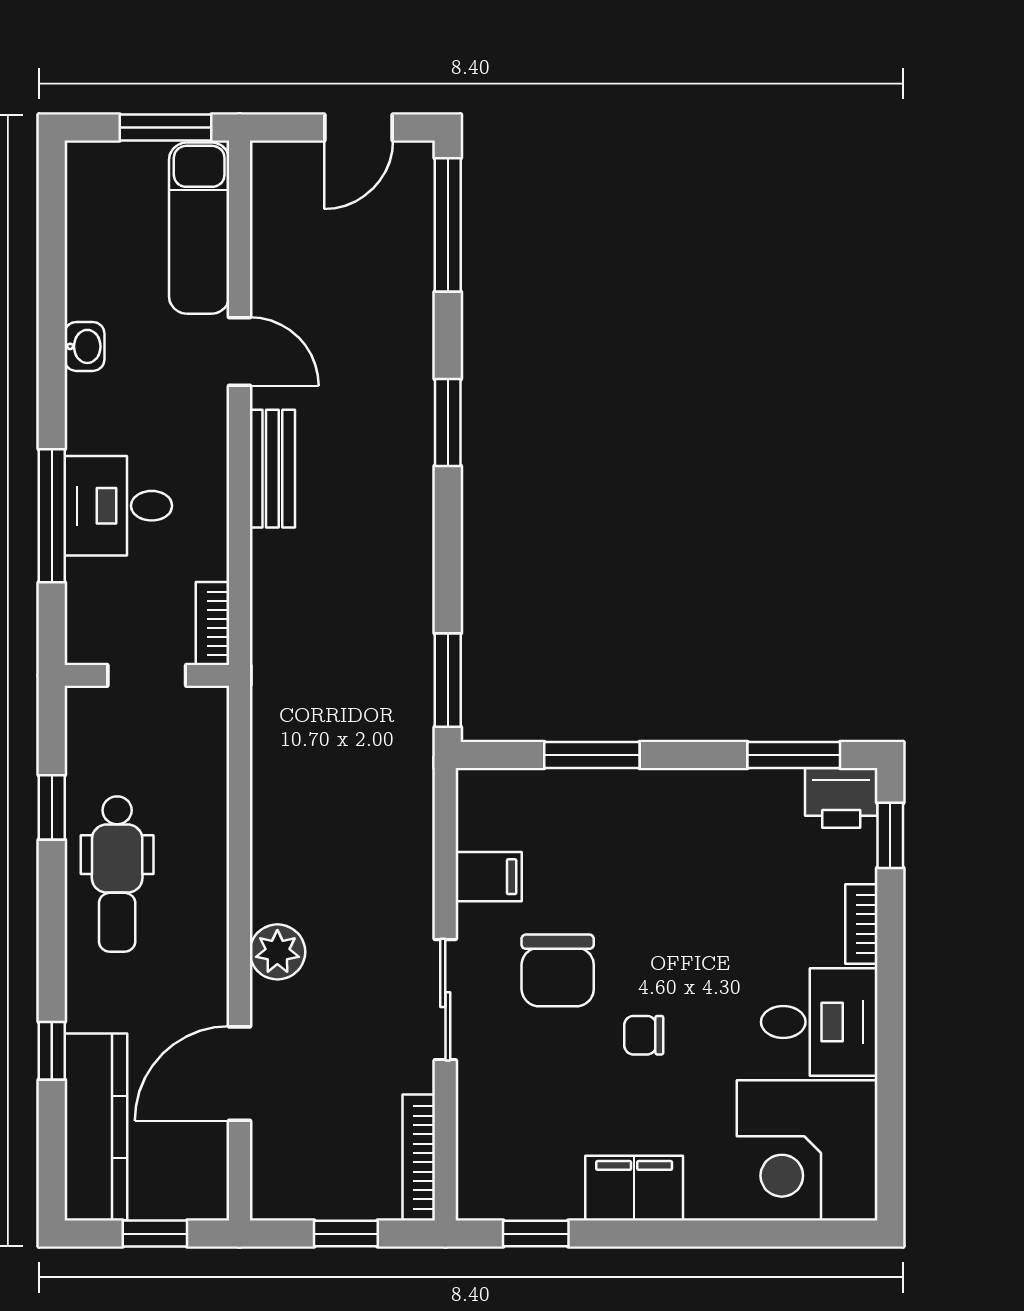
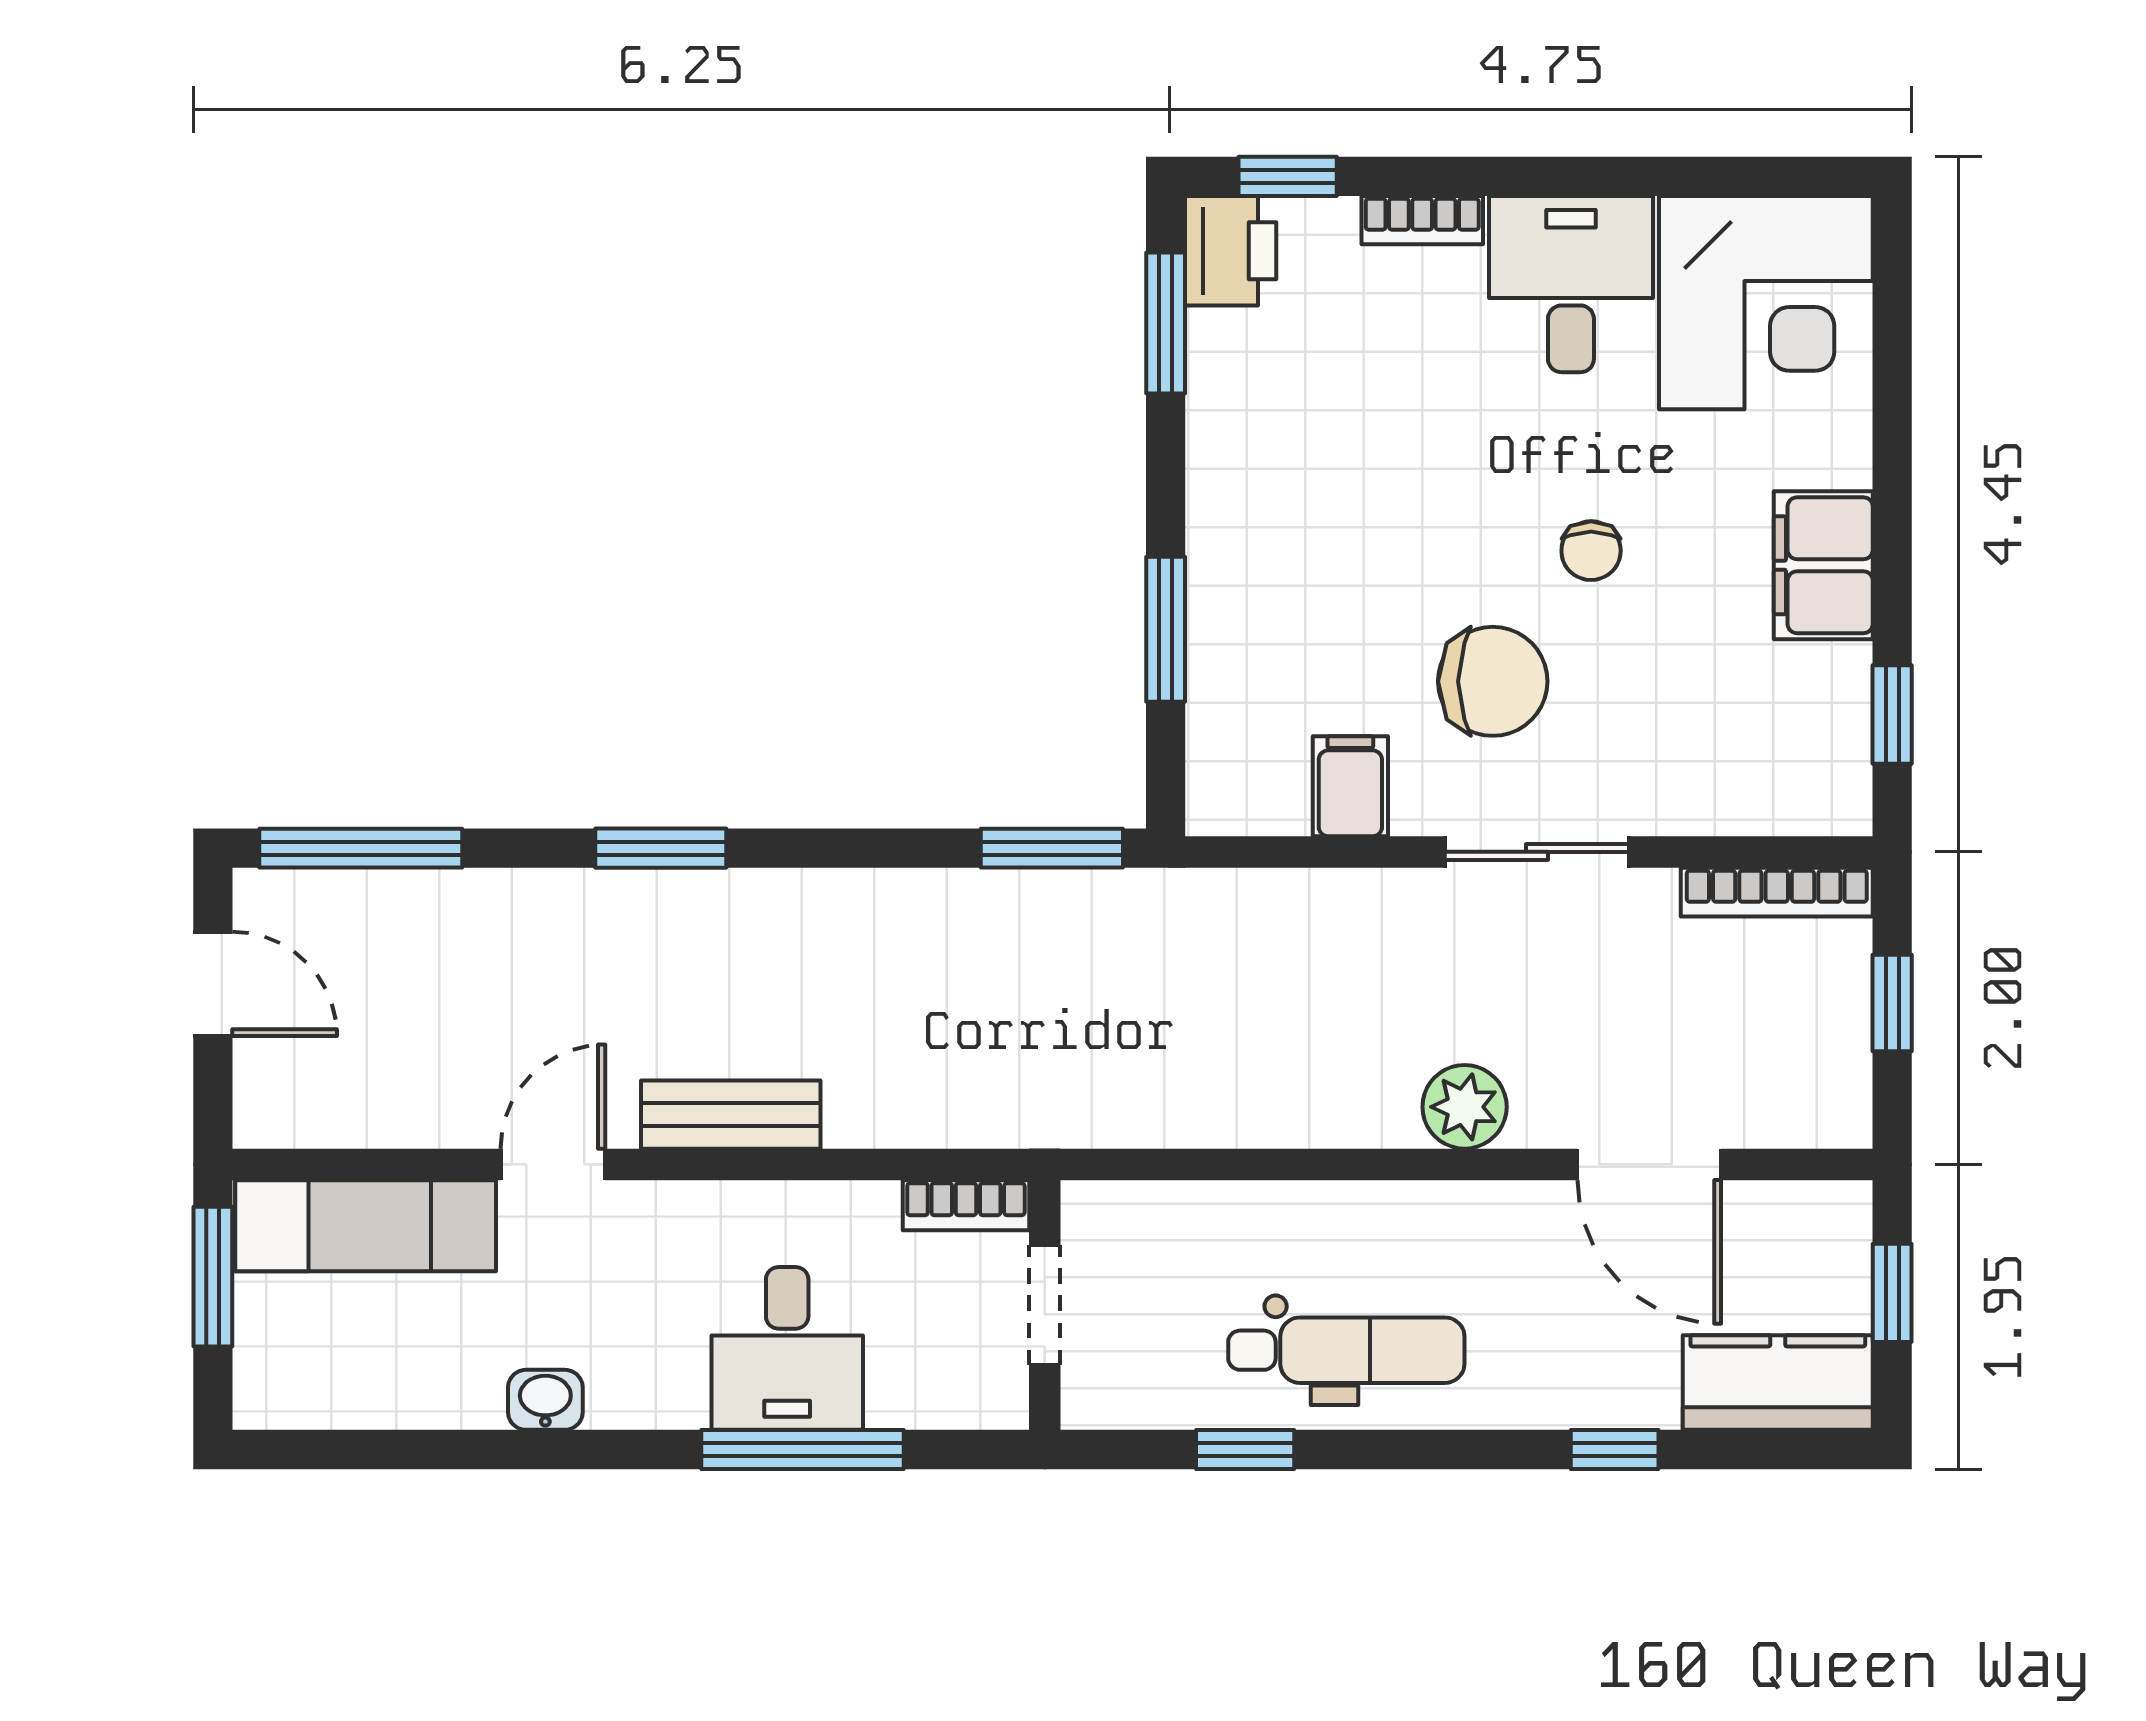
kitchen counter: (96, 1127) -> (1778, 1383), width x0.67

